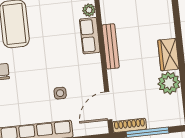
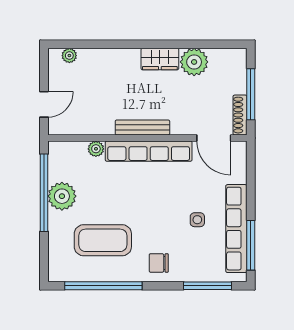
row of seats: (90, 36) -> (149, 151), width x2.02
side table: (60, 93) -> (197, 220), moved

